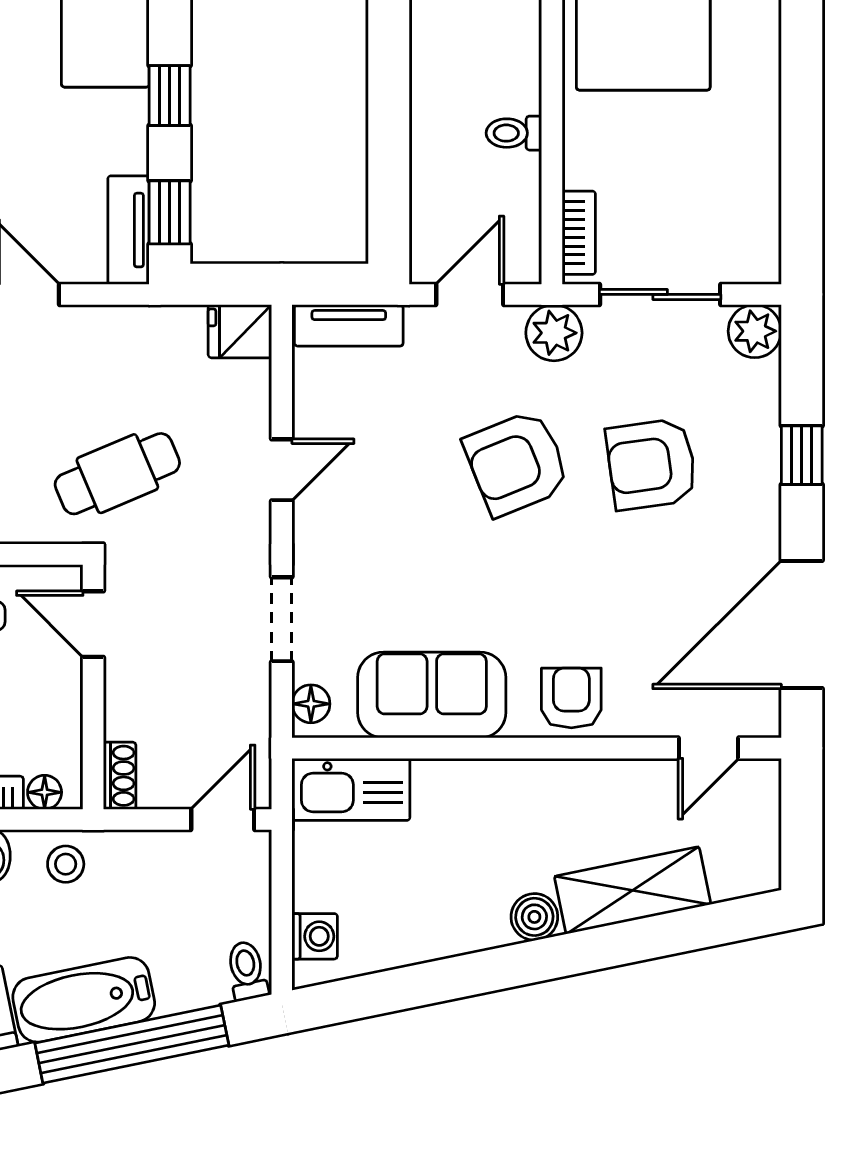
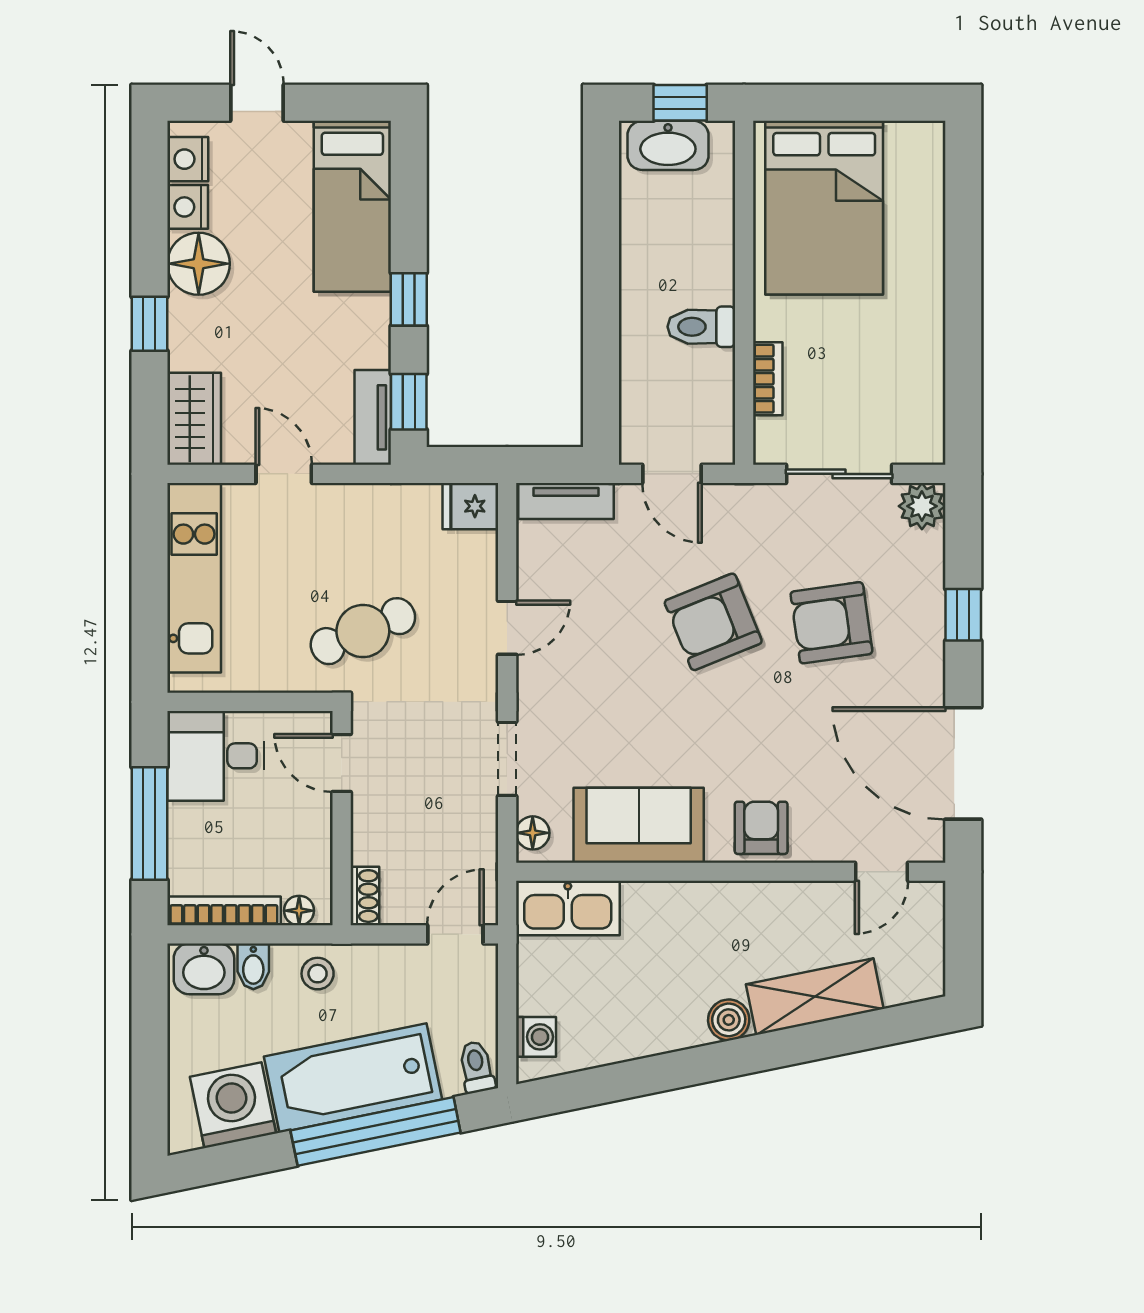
toilet: (514, 133) -> (701, 327), width x1.37, depth x1.39
bookcase: (579, 233) -> (768, 379), moved
door: (470, 294) -> (672, 474), swing flipped
plant: (554, 333) -> (746, 507), removed
door: (802, 625) -> (963, 763), hinge flipped
bathtub: (84, 1000) -> (353, 1078), width x1.36, depth x1.36

